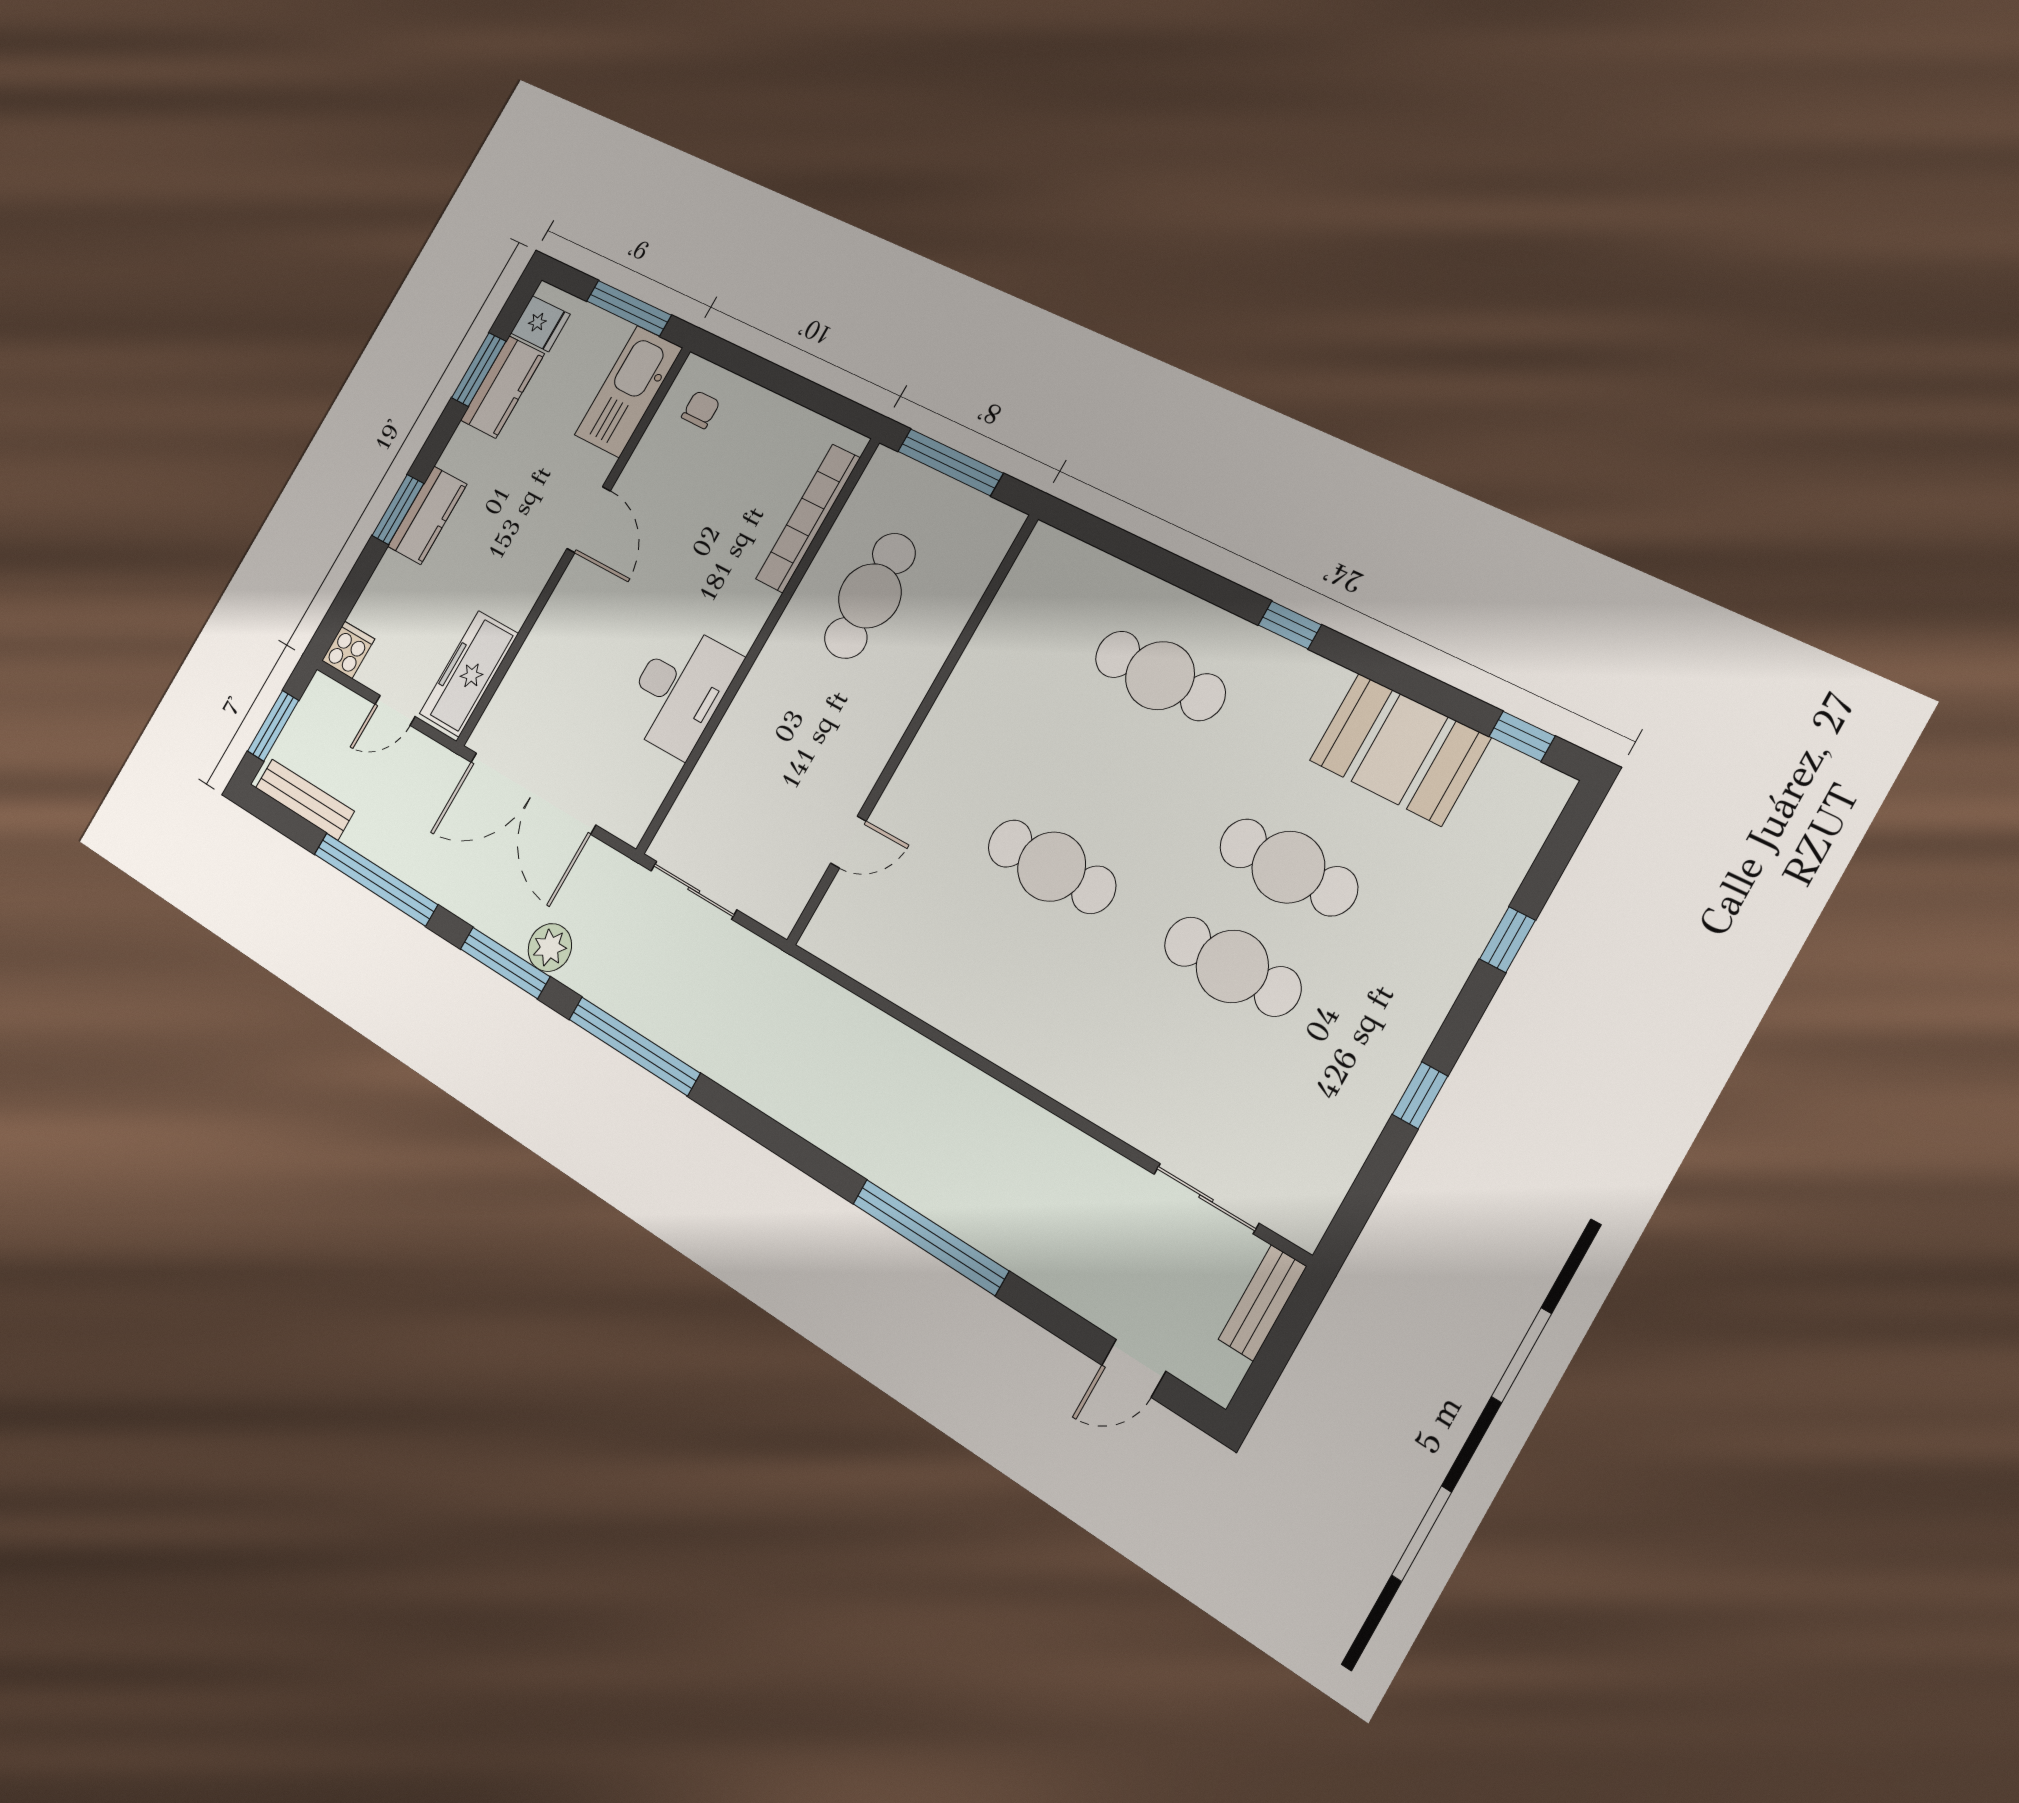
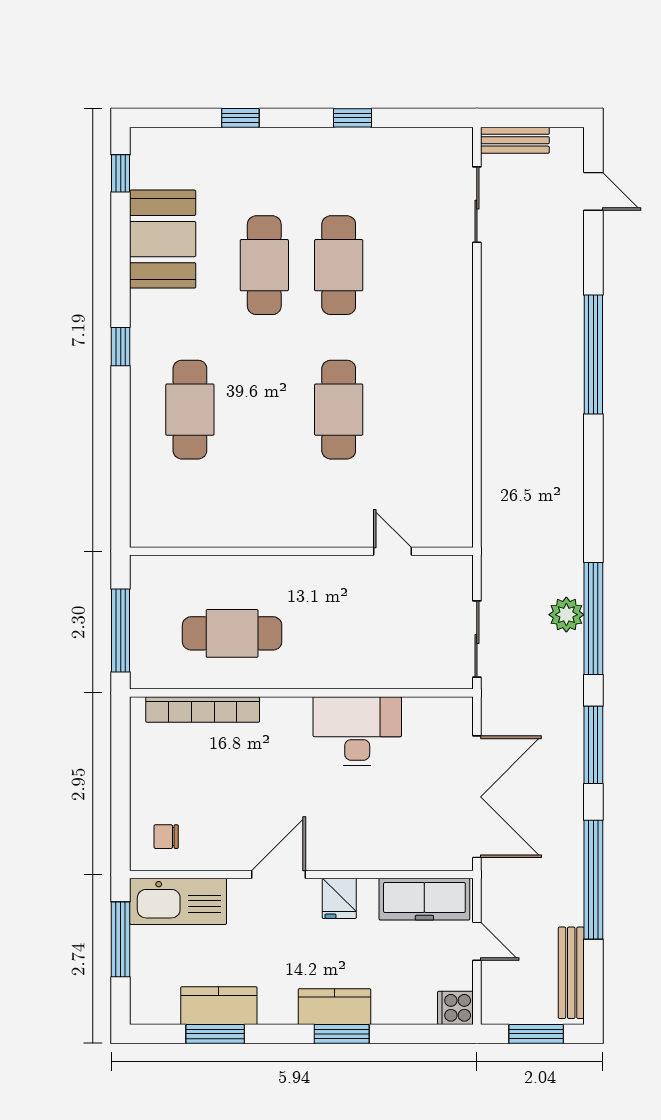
fridge: (540, 324) -> (339, 898), moved, turned 180
plant: (550, 947) -> (566, 615), moved

